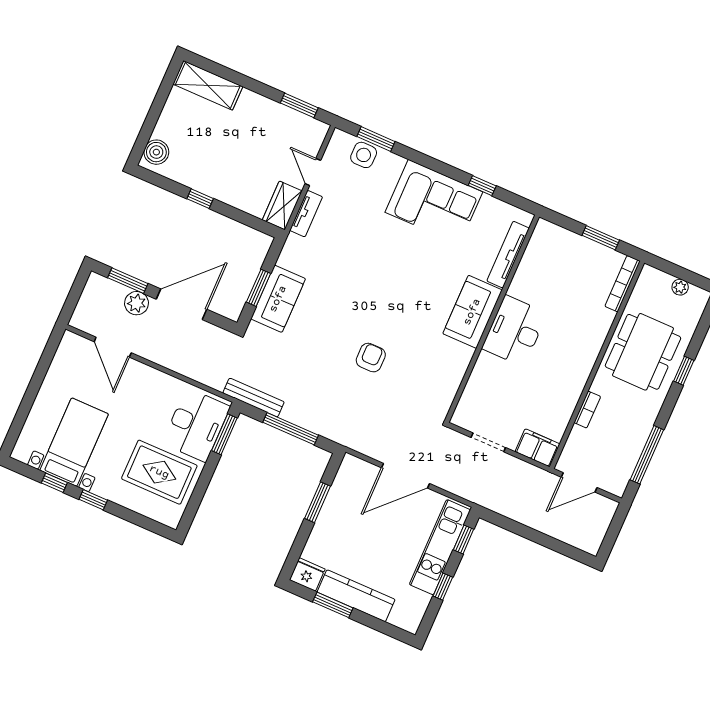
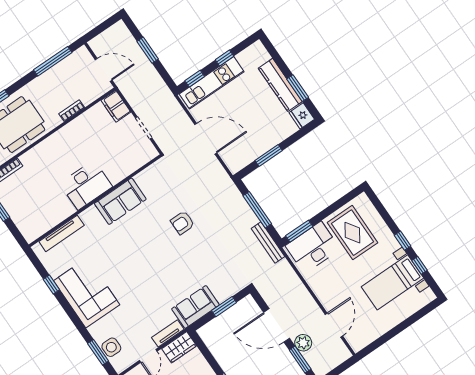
sofa: (278, 299) -> (195, 307), moved
sofa: (472, 312) -> (120, 201), moved
window: (541, 539) -> (148, 50), added

